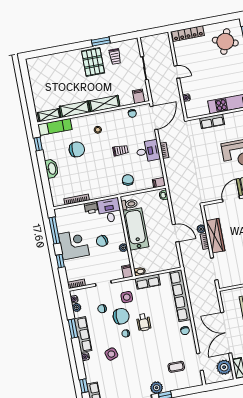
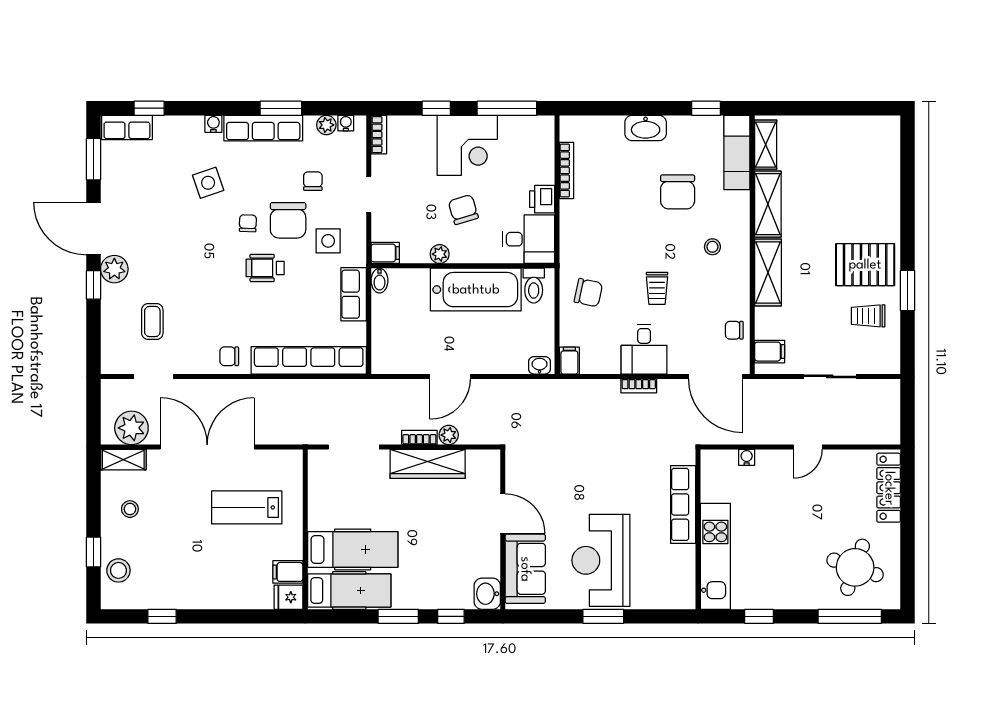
row of seats: (212, 121) -> (683, 504), width x1.48

